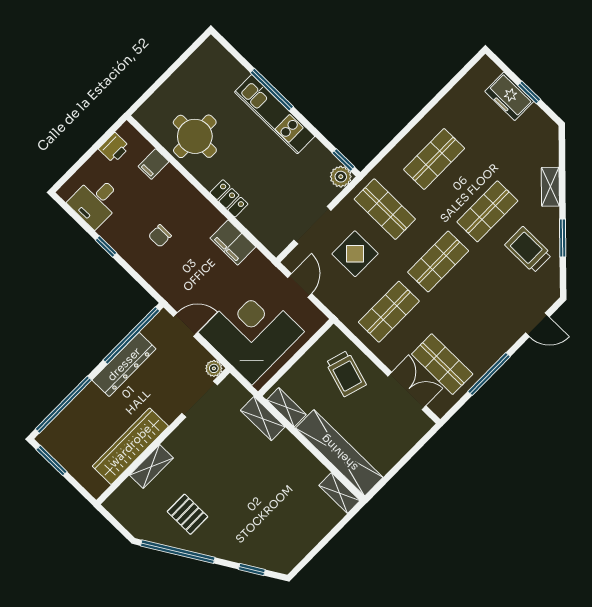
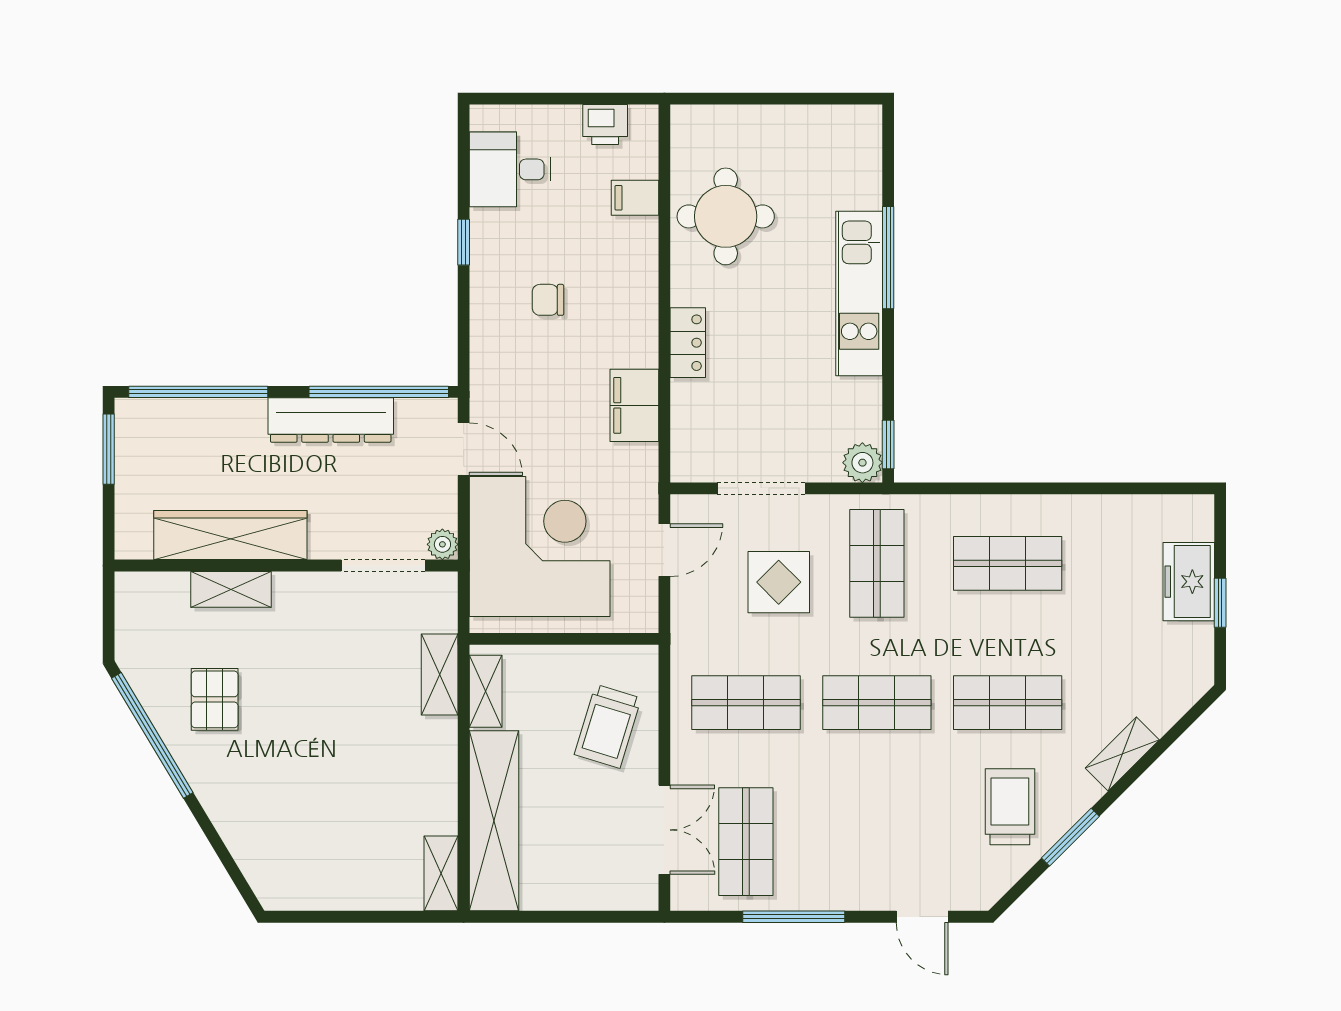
window: (252, 569) -> (225, 857), removed

